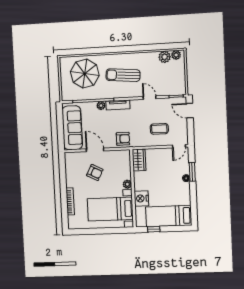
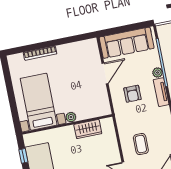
armchair: (123, 139) -> (132, 94), moved
wardrobe: (139, 160) -> (88, 129), moved
armchair: (95, 172) -> (79, 77), removed
nightstand: (141, 198) -> (57, 136), removed

